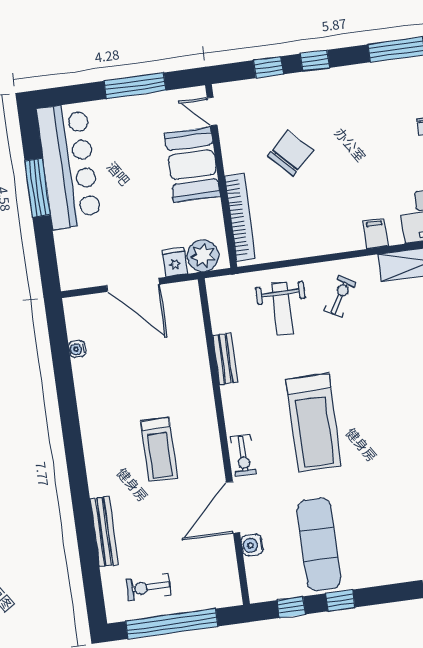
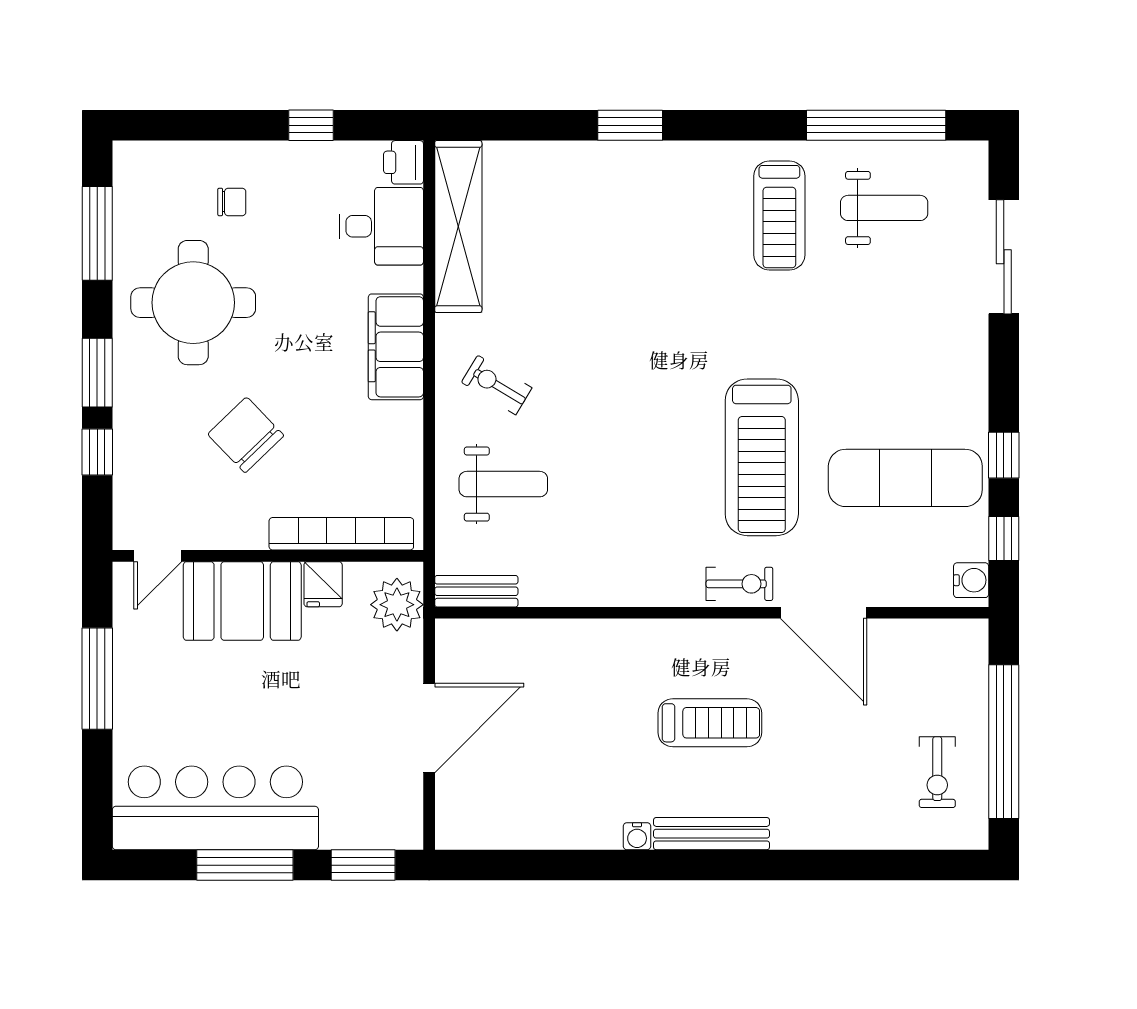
window: (315, 61) -> (97, 373), width x1.50
round table: (364, 111) -> (193, 303), added
filing cabinet: (375, 234) -> (396, 347), width x3.00, depth x1.17
window: (47, 257) -> (363, 865), added
fridge: (175, 262) -> (323, 584), moved, turned -90
water cooler: (77, 349) -> (637, 836), moved
bench: (225, 359) -> (476, 591), moved
treadmill: (314, 422) -> (762, 457), moved, turned 90
bench: (104, 531) -> (711, 834), moved
water cooler: (252, 545) -> (971, 580), moved, turned -90

